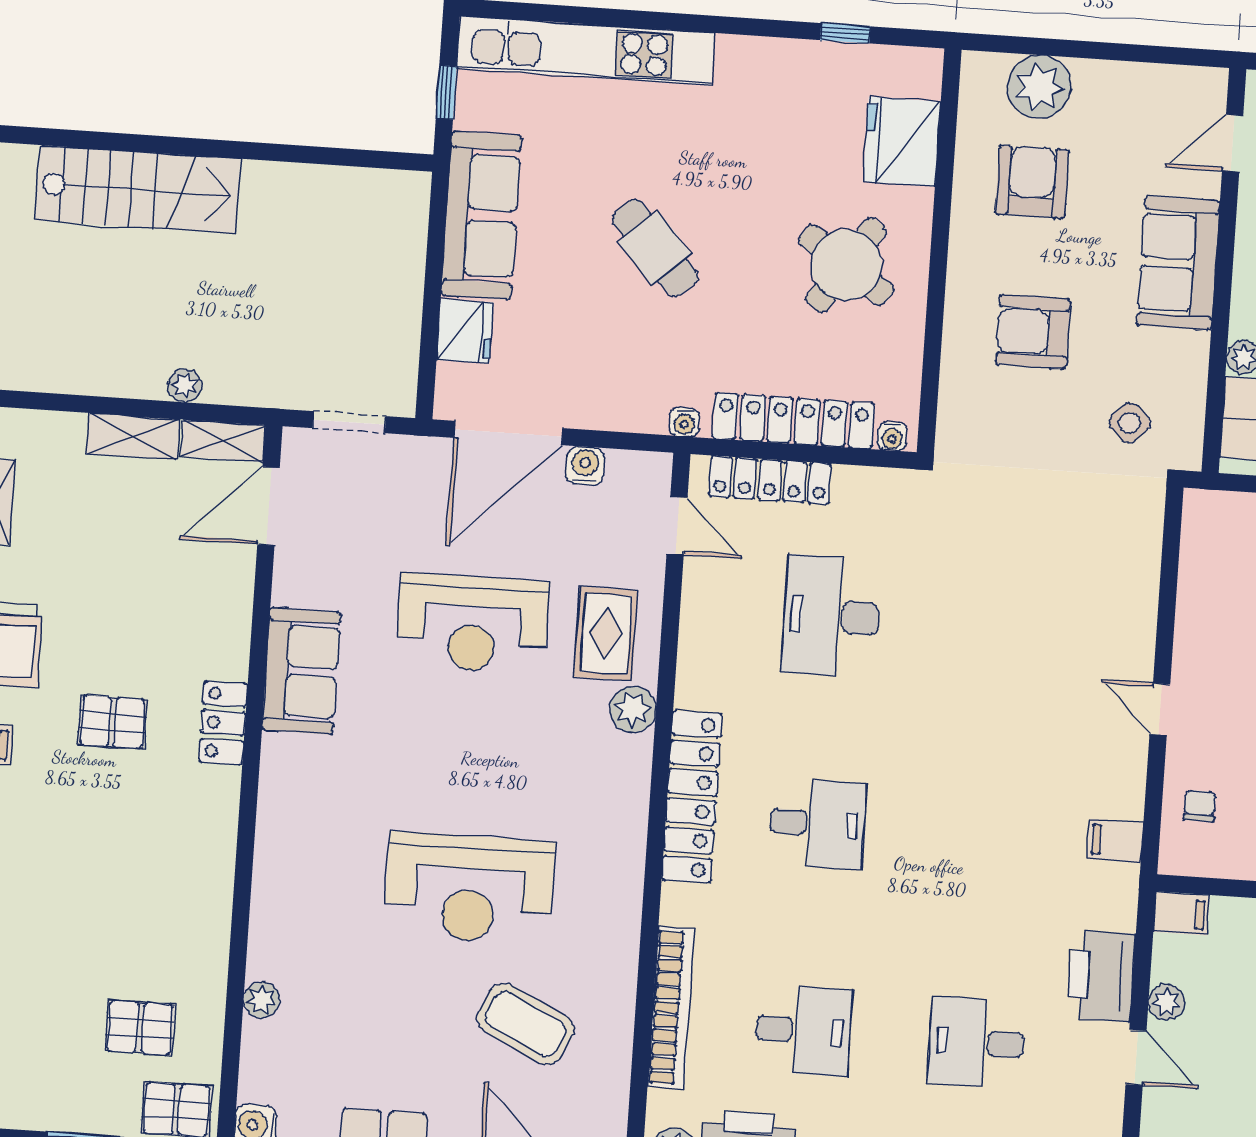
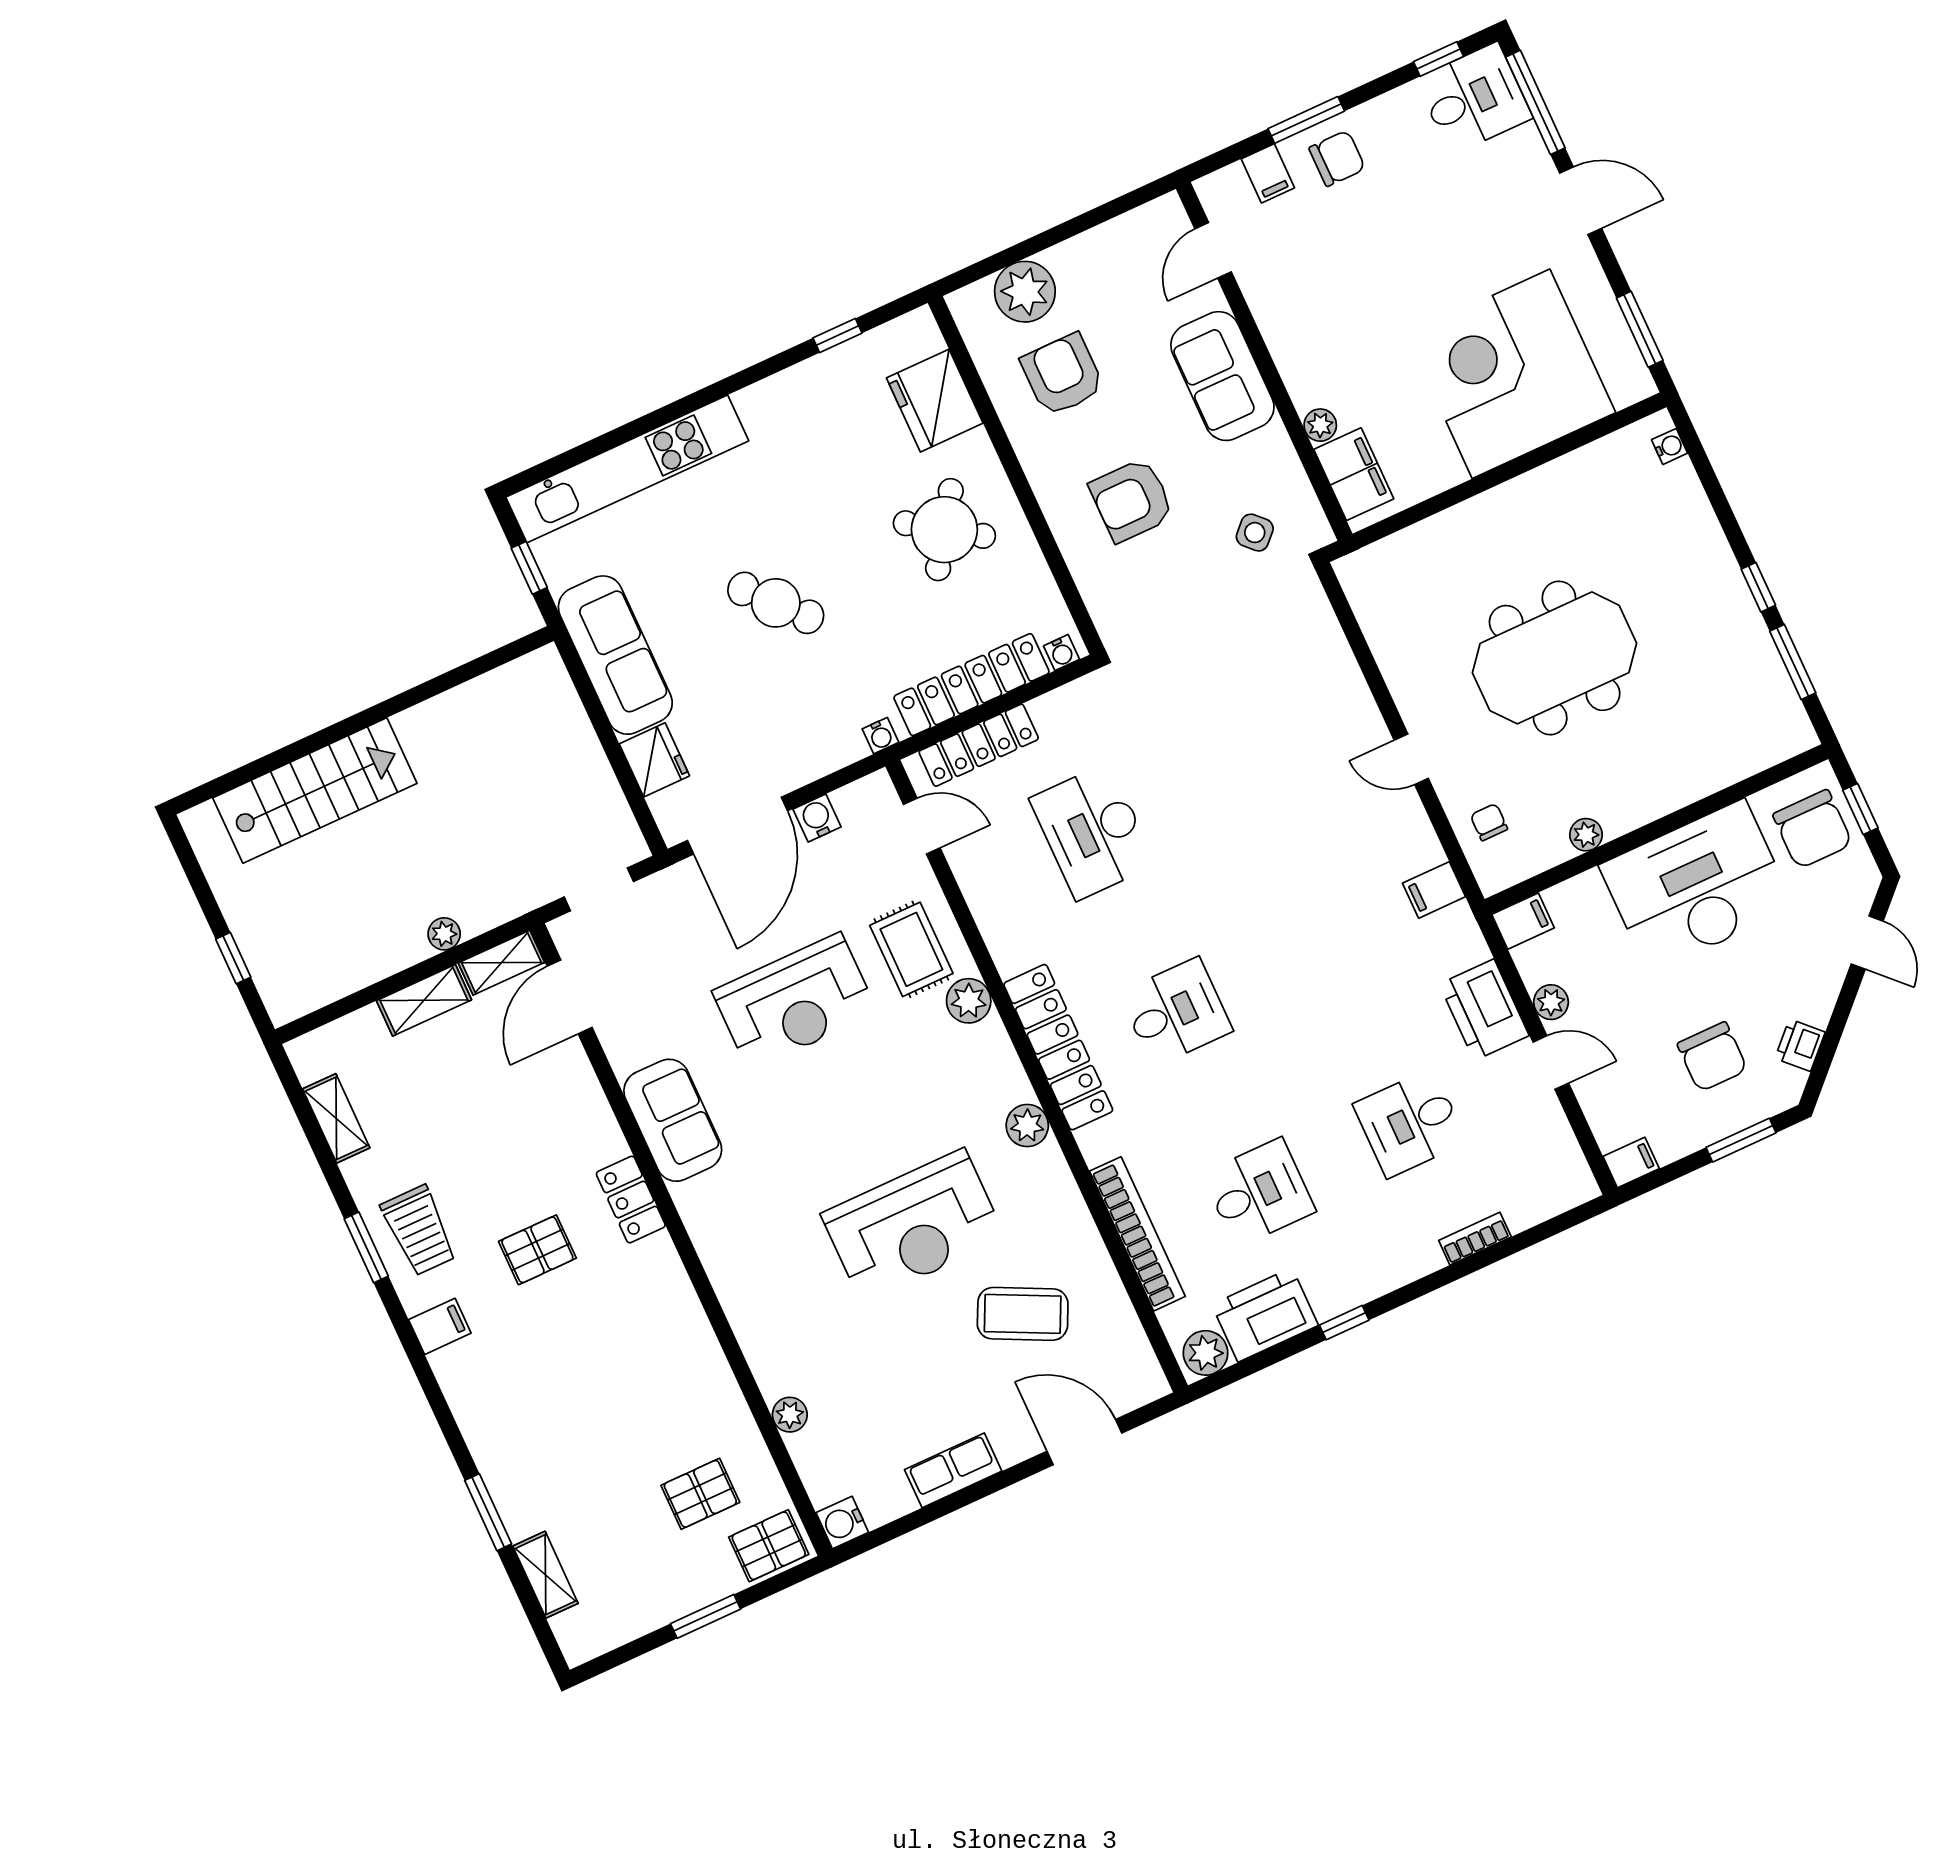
plant: (624, 853) -> (1027, 1126), added

